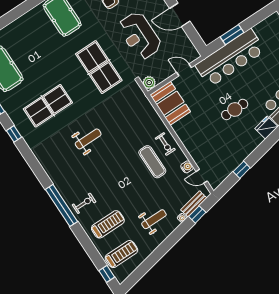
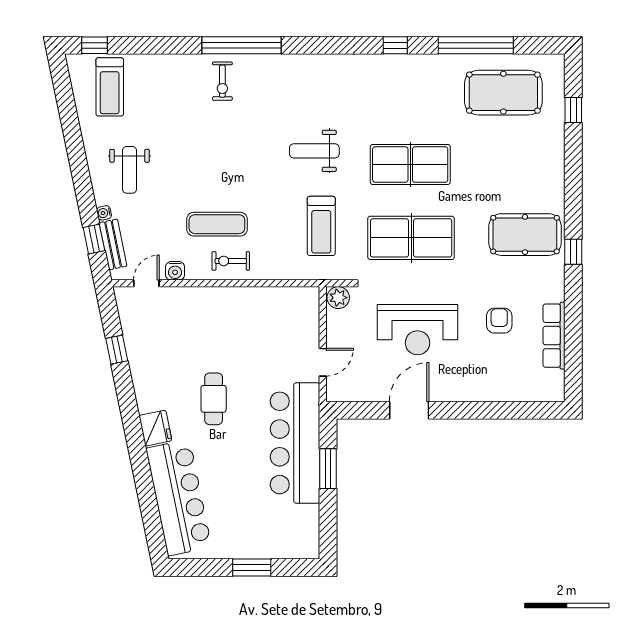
reception desk: (140, 36) -> (418, 330), turned 180
booth: (170, 103) -> (287, 309), removed
table tennis table: (48, 106) -> (410, 164), moved, turned 90
weight bench: (88, 139) -> (314, 151), turned 90
treadmill: (108, 224) -> (321, 226), moved

